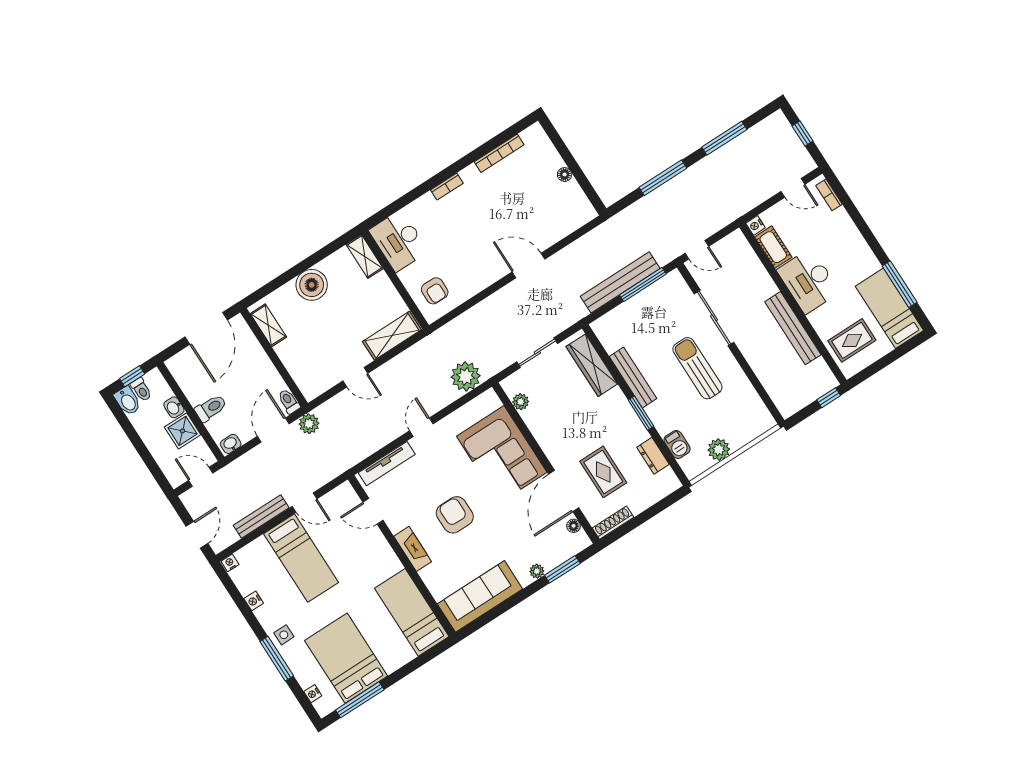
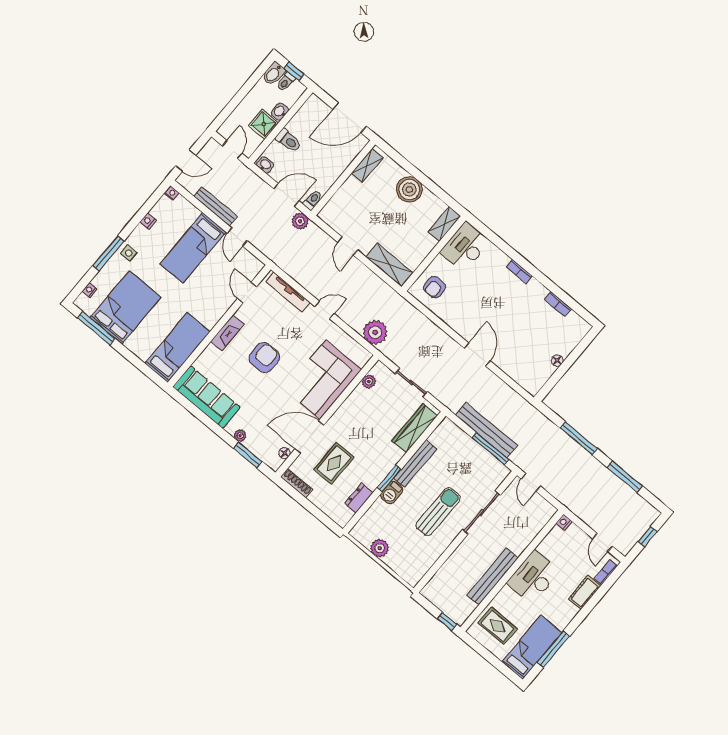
bookcase: (499, 153) -> (558, 304), width x0.64
cot: (773, 247) -> (585, 593), moved
barbecue: (677, 444) -> (392, 493), moved

